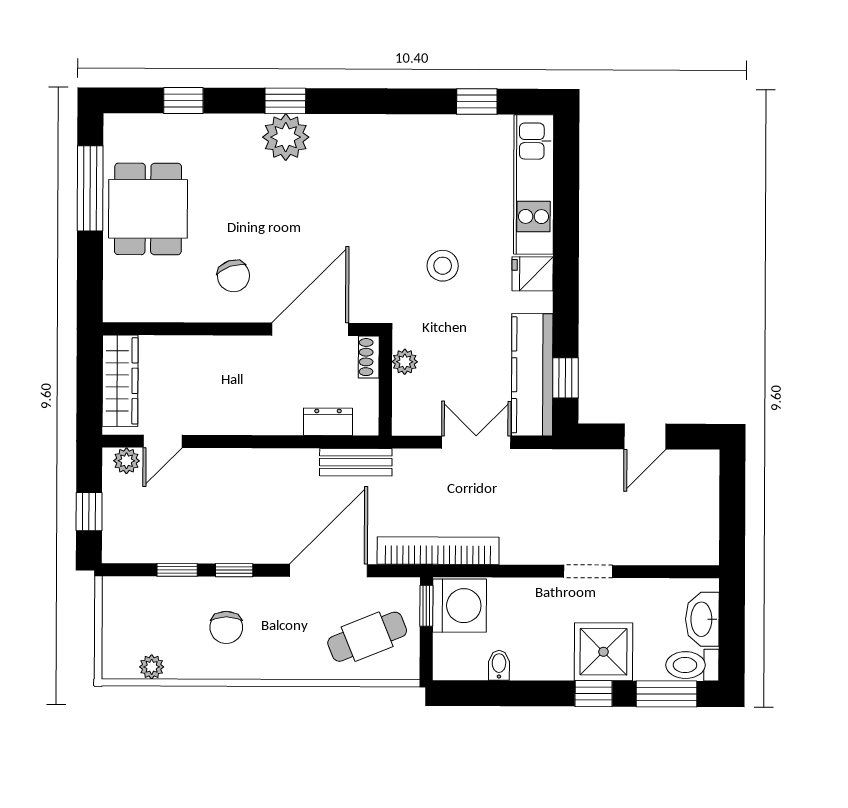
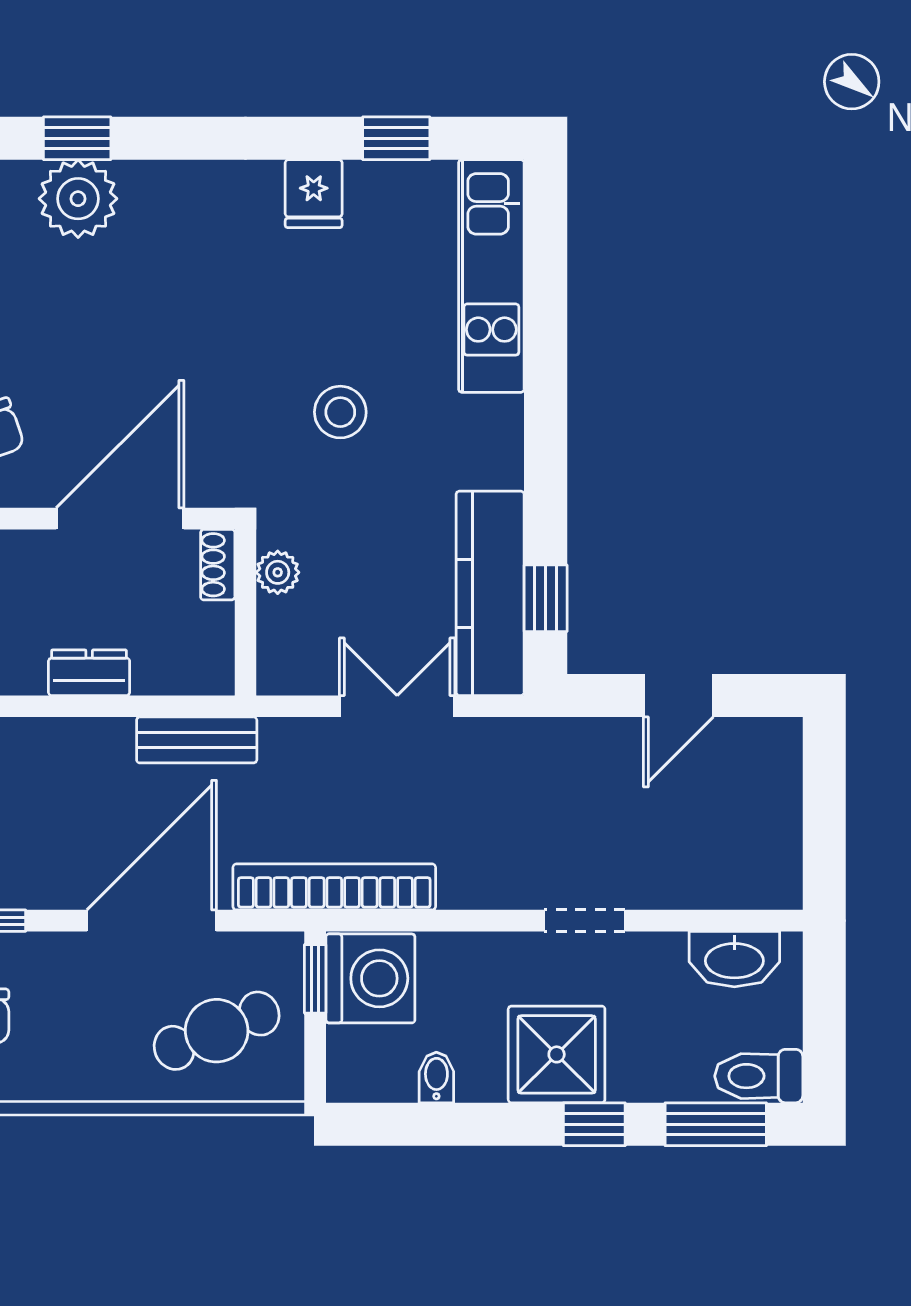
fridge: (533, 274) -> (314, 194), moved, turned -90
dresser: (328, 422) -> (89, 673), moved
washbasin: (702, 619) -> (734, 959), moved, turned -90
shower: (603, 652) -> (557, 1054), moved

